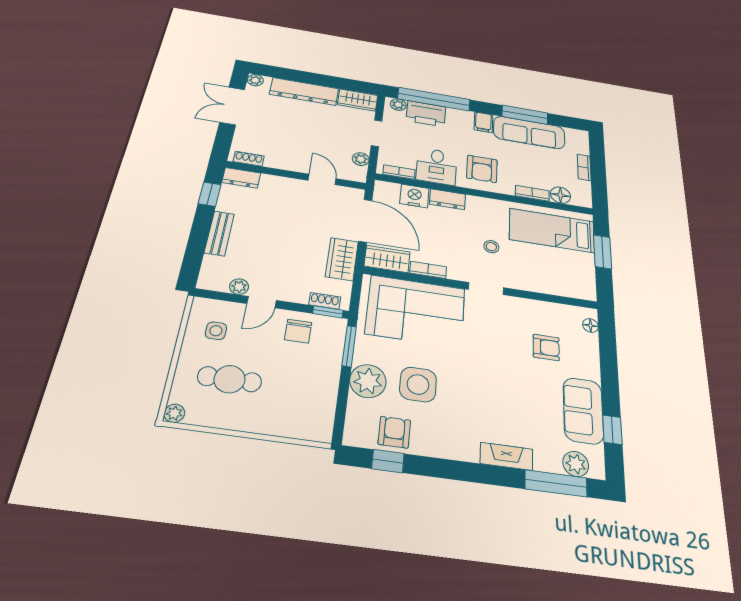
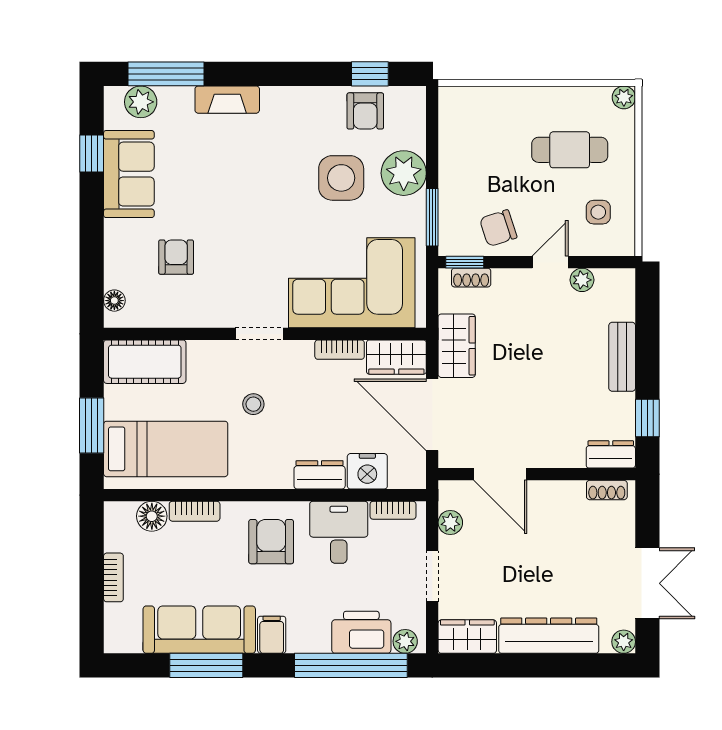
door: (322, 179) -> (500, 474), width x1.38
cot: (568, 284) -> (145, 362), added
chair: (298, 331) -> (498, 228), turned -108
armchair: (546, 347) -> (176, 257), turned 90

